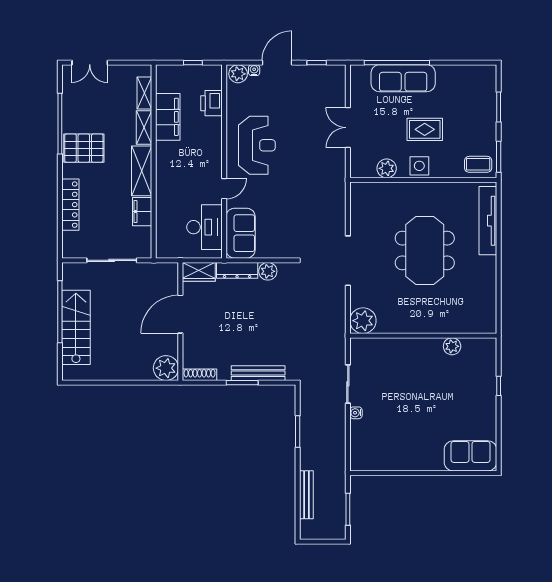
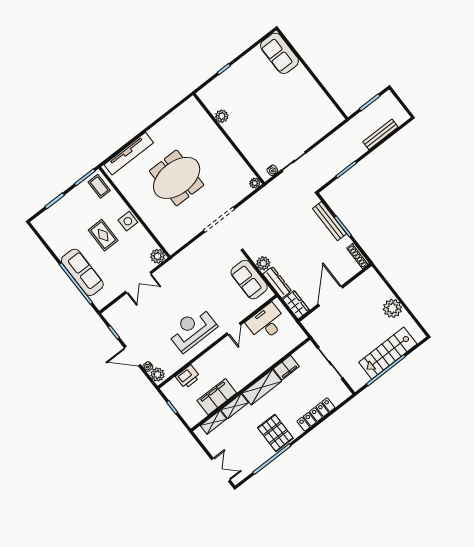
plant: (387, 168) -> (158, 256), moved
door: (224, 189) -> (234, 329), swing flipped
sofa: (241, 233) -> (249, 280), moved, turned -90
door: (180, 314) -> (330, 296), swing flipped
plant: (363, 321) -> (255, 183), width x0.53, depth x0.53
plant: (166, 368) -> (392, 308), moved
water cooler: (356, 413) -> (272, 170), moved

